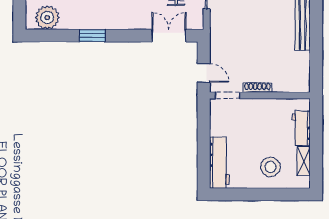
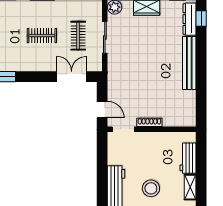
stool: (270, 167) -> (151, 188), moved

